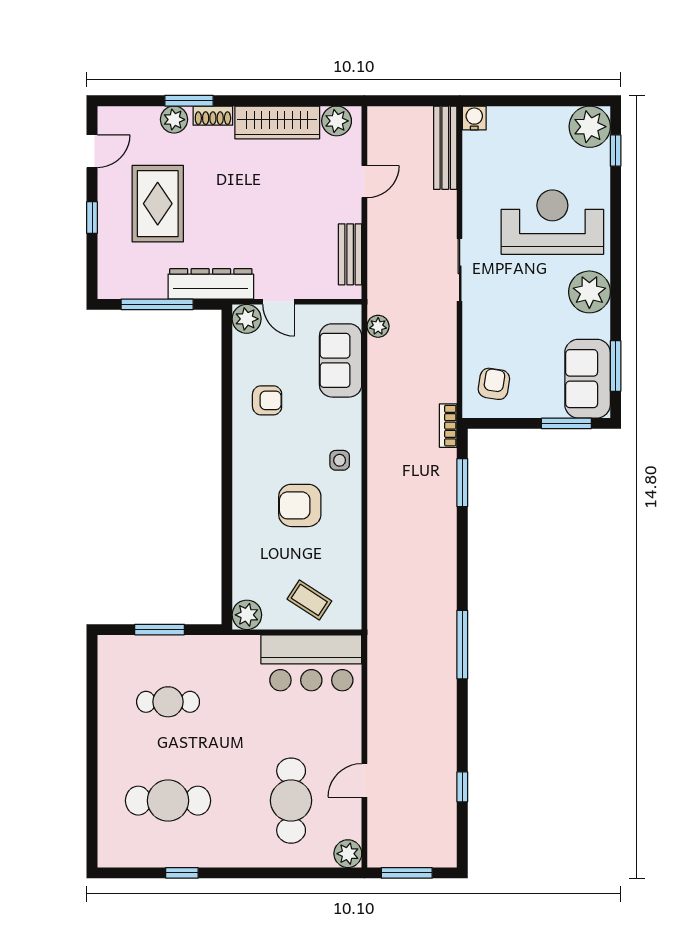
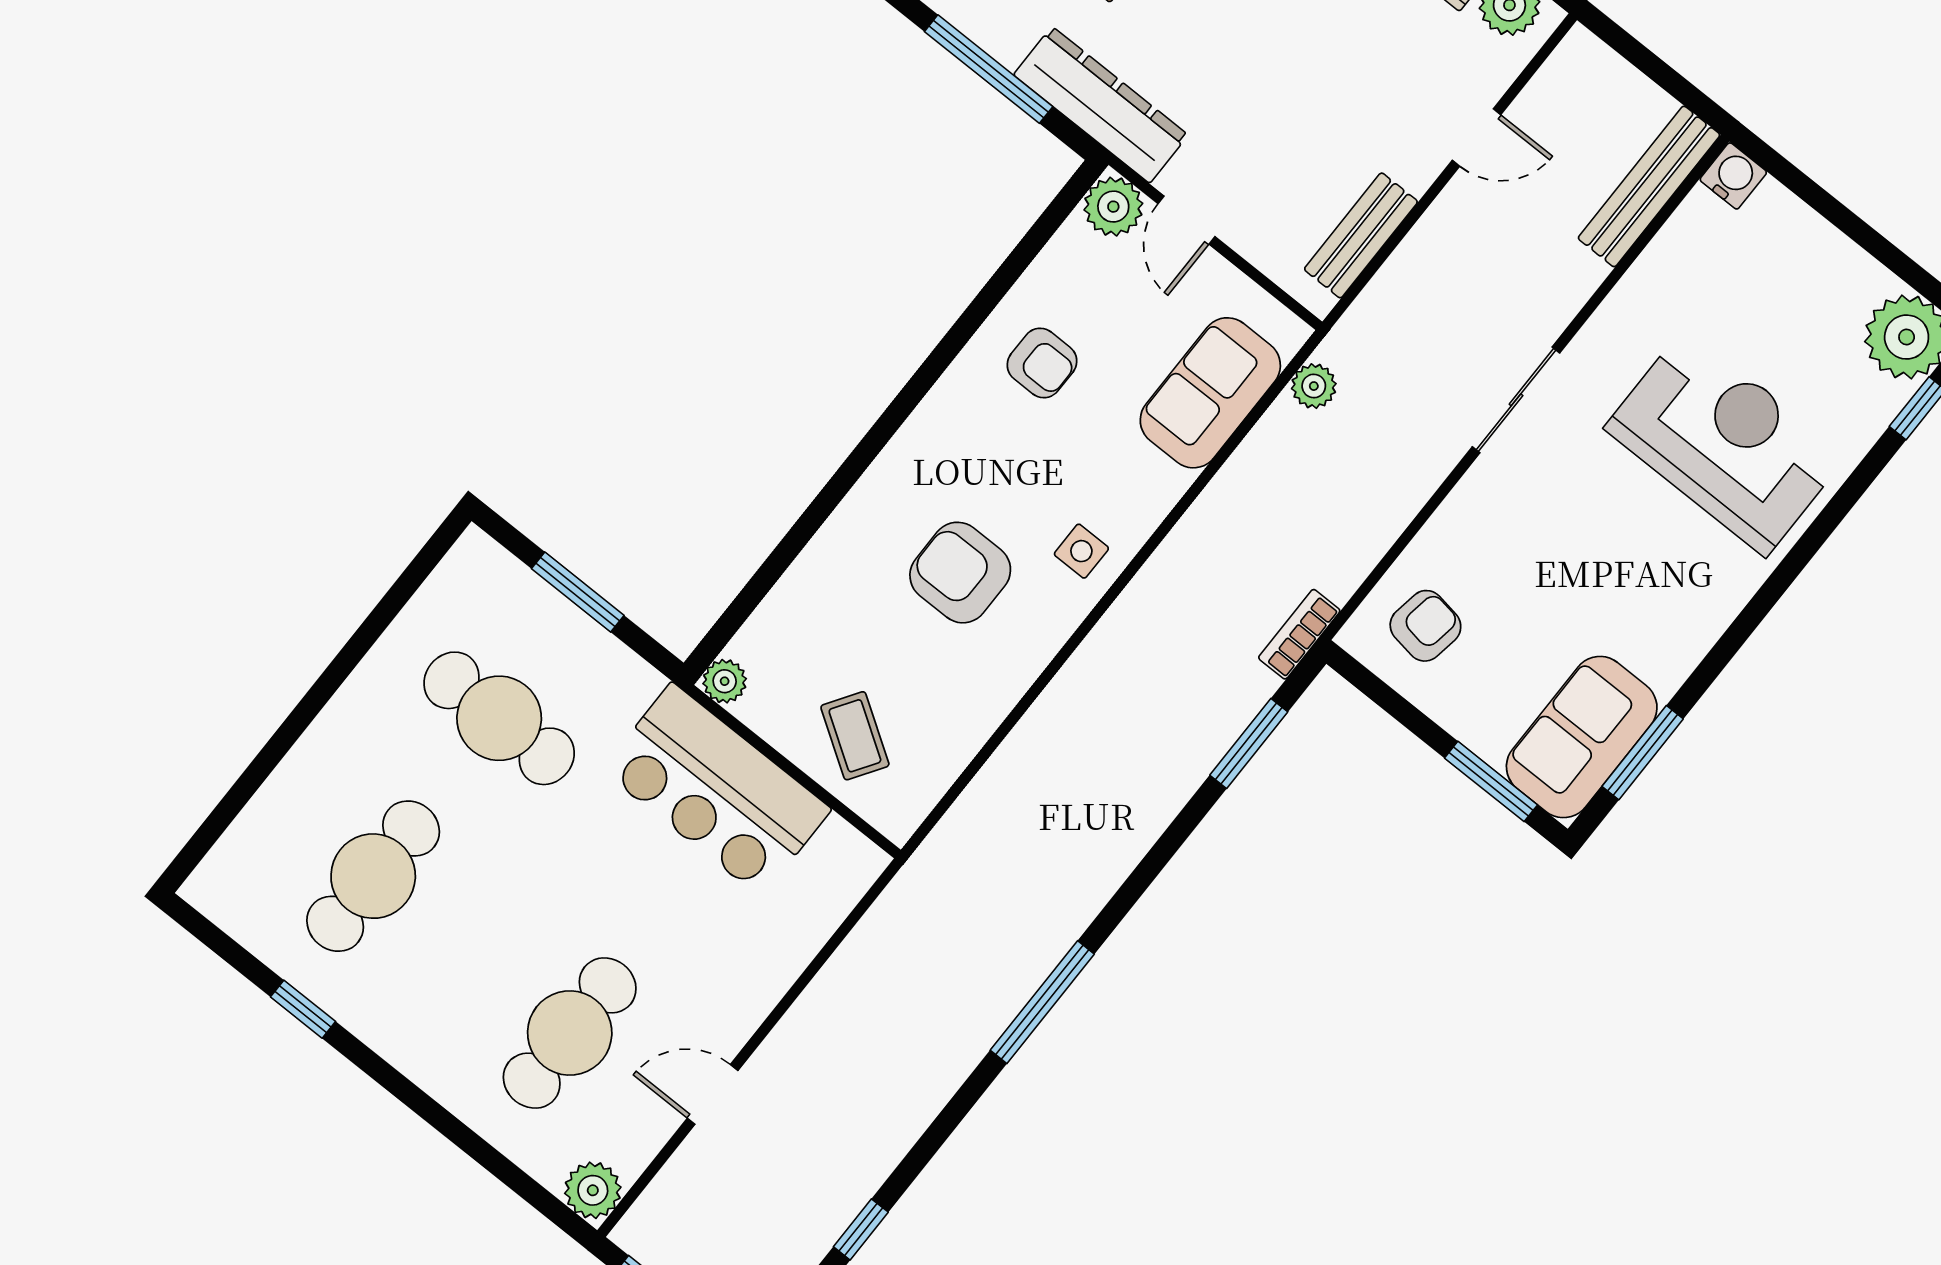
plant: (589, 292) -> (1695, 601), removed
plant: (247, 615) -> (725, 681), width x0.73, depth x0.73
bar counter: (311, 663) -> (716, 790), moved
cafe table: (168, 702) -> (499, 718), width x1.37, depth x1.35
cafe table: (168, 801) -> (373, 876), turned 90

